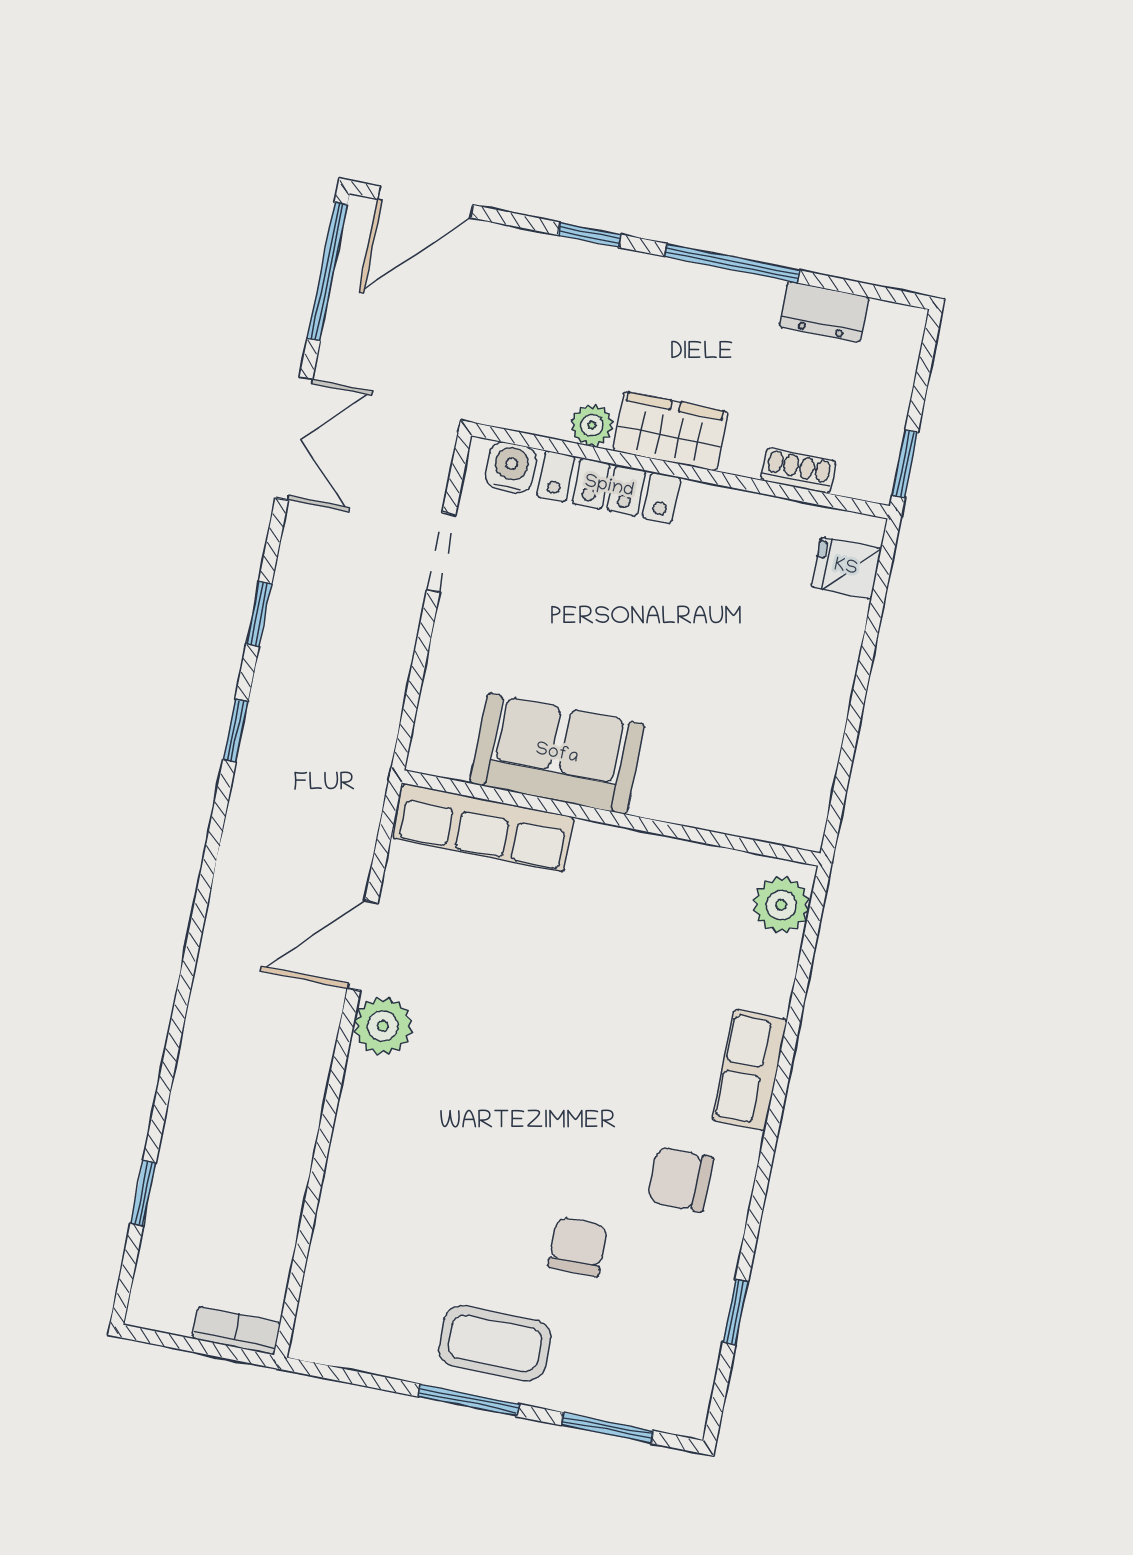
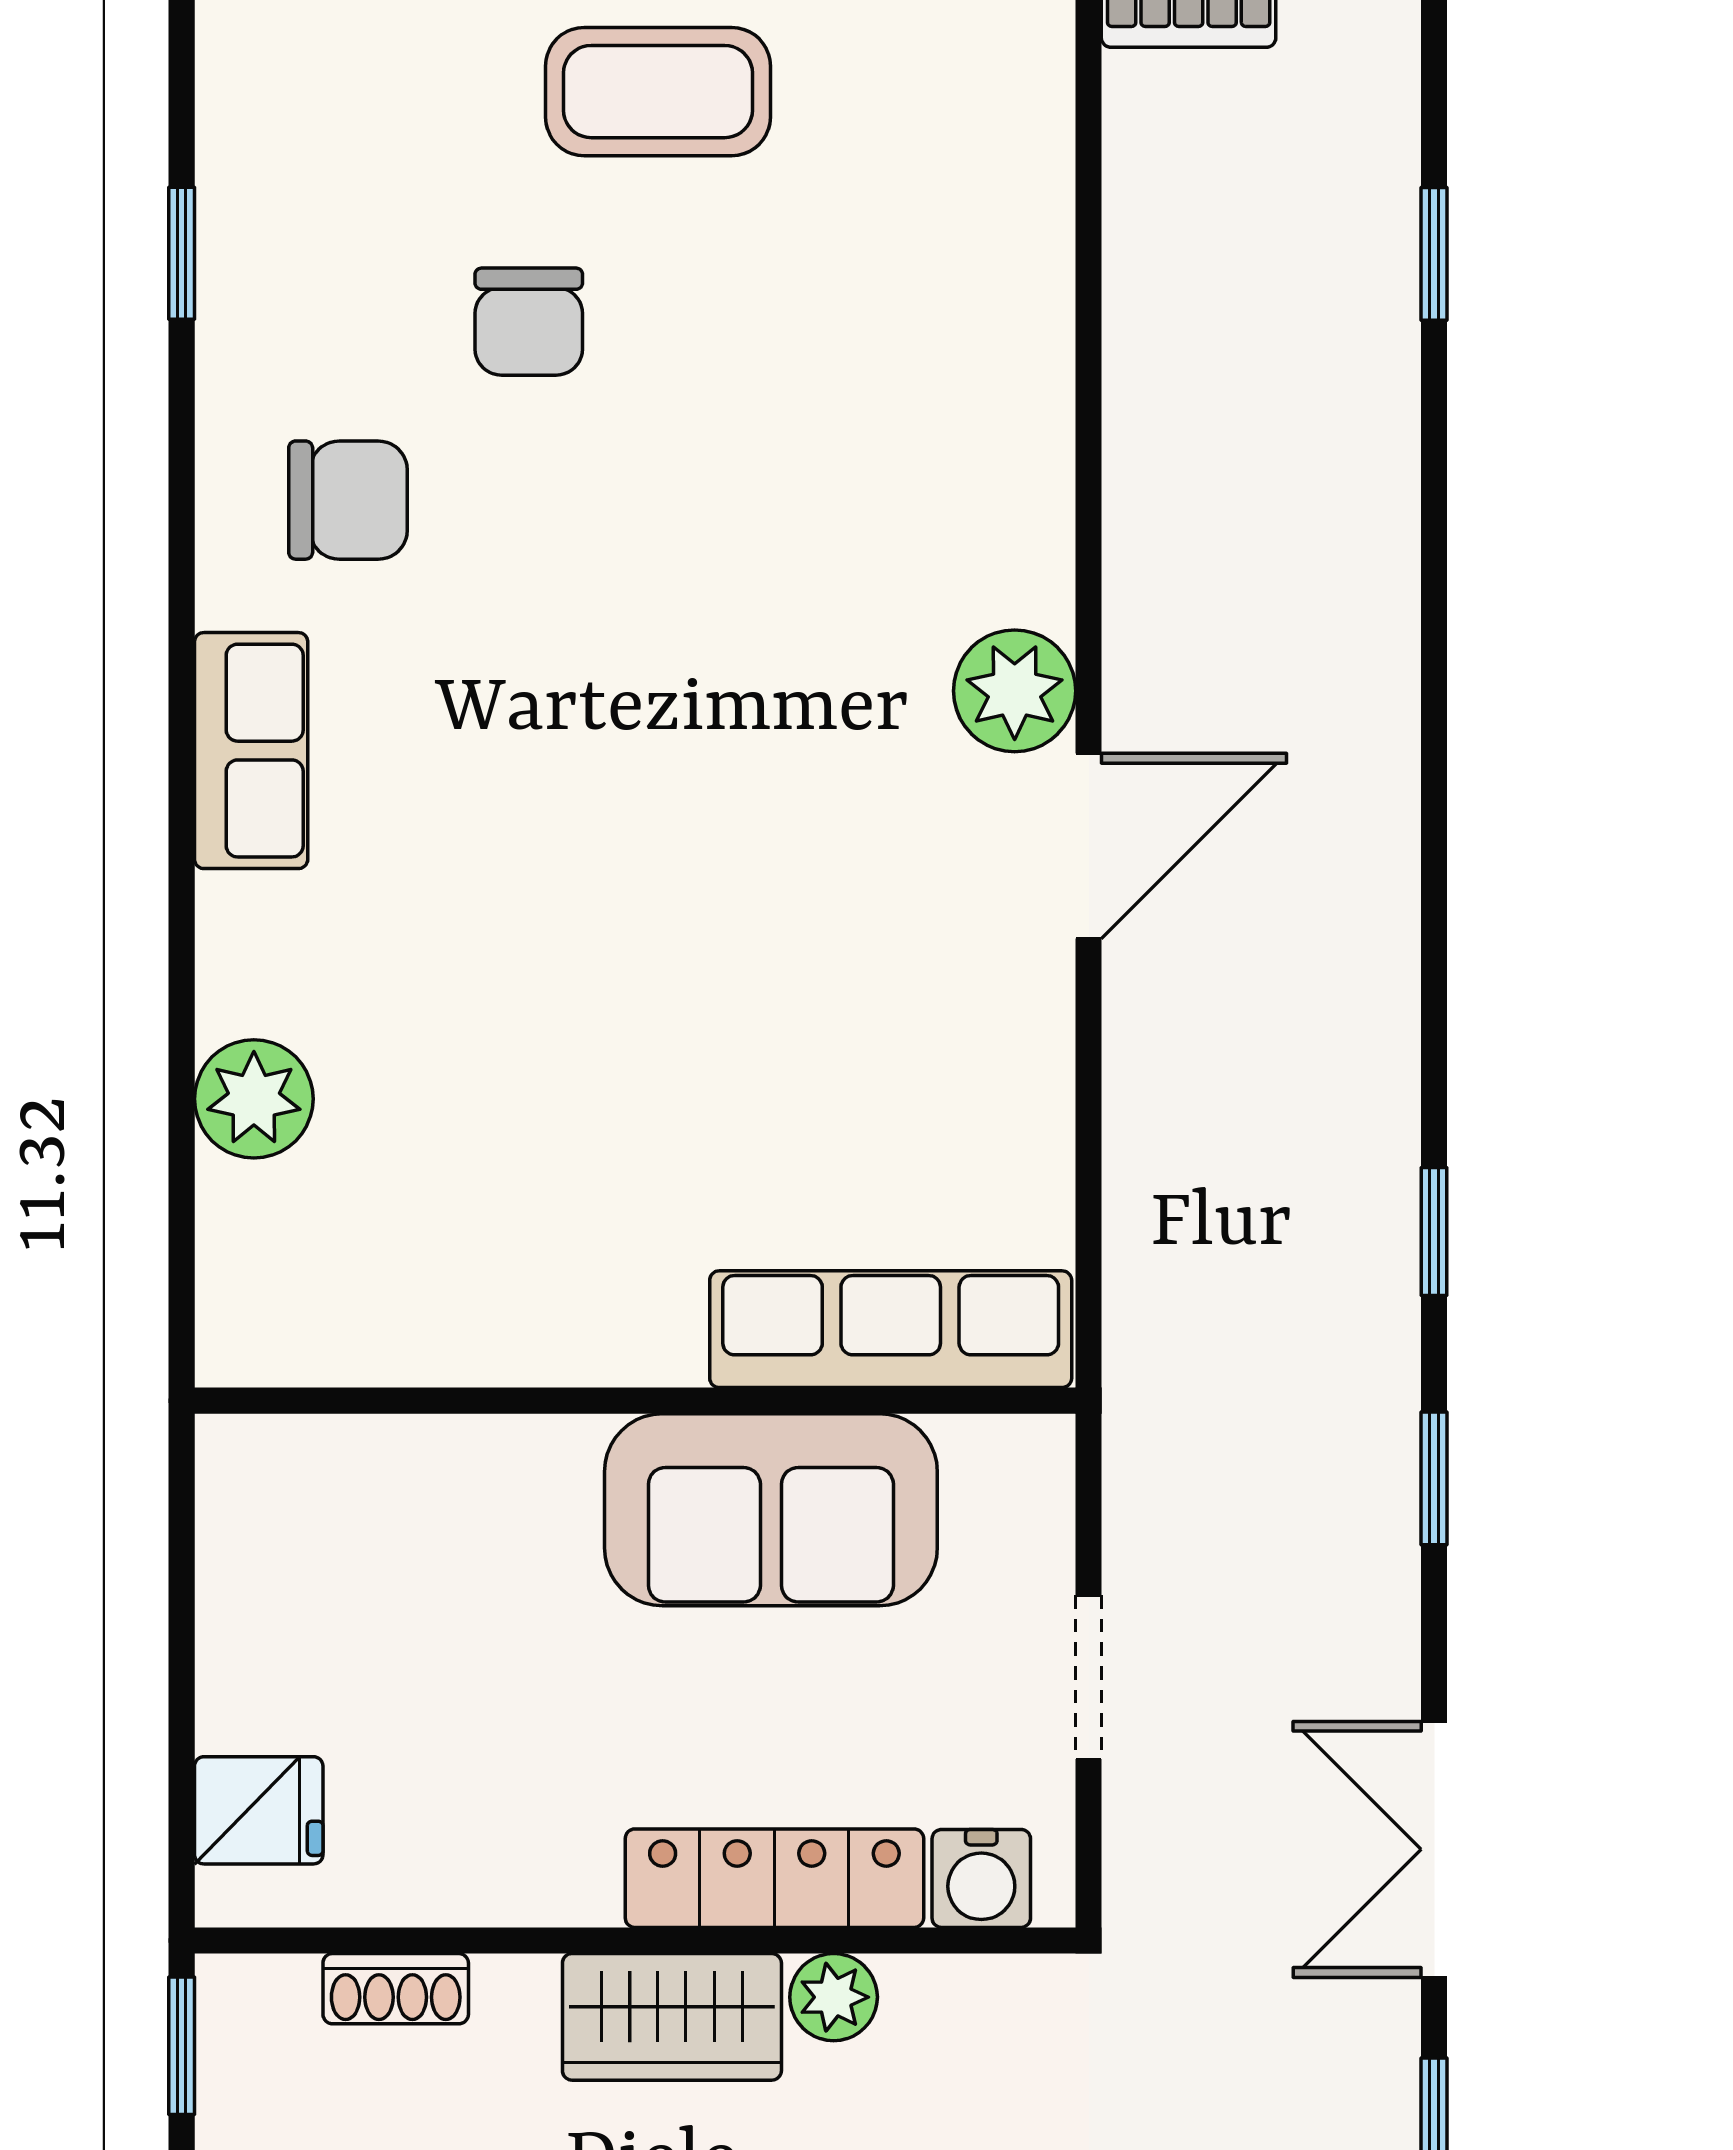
sofa: (557, 754) -> (771, 1510), moved
wall: (611, 818) -> (635, 1401), moved
row of seats: (483, 828) -> (891, 1329), moved

